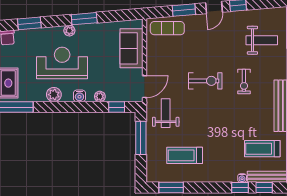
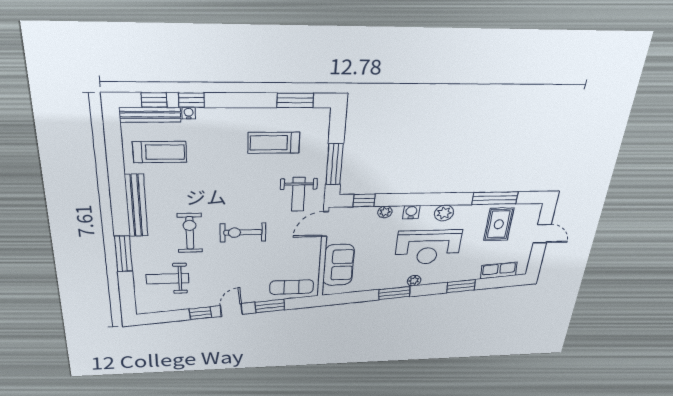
exercise bike: (244, 81) -> (190, 233), width x1.38, depth x1.39
treadmill: (185, 155) -> (274, 143), turned 180

